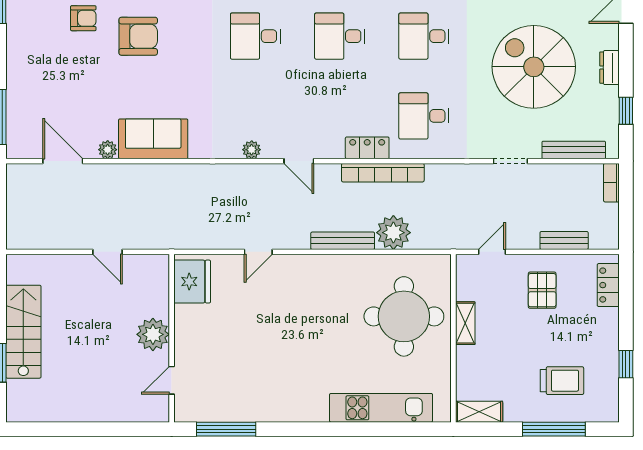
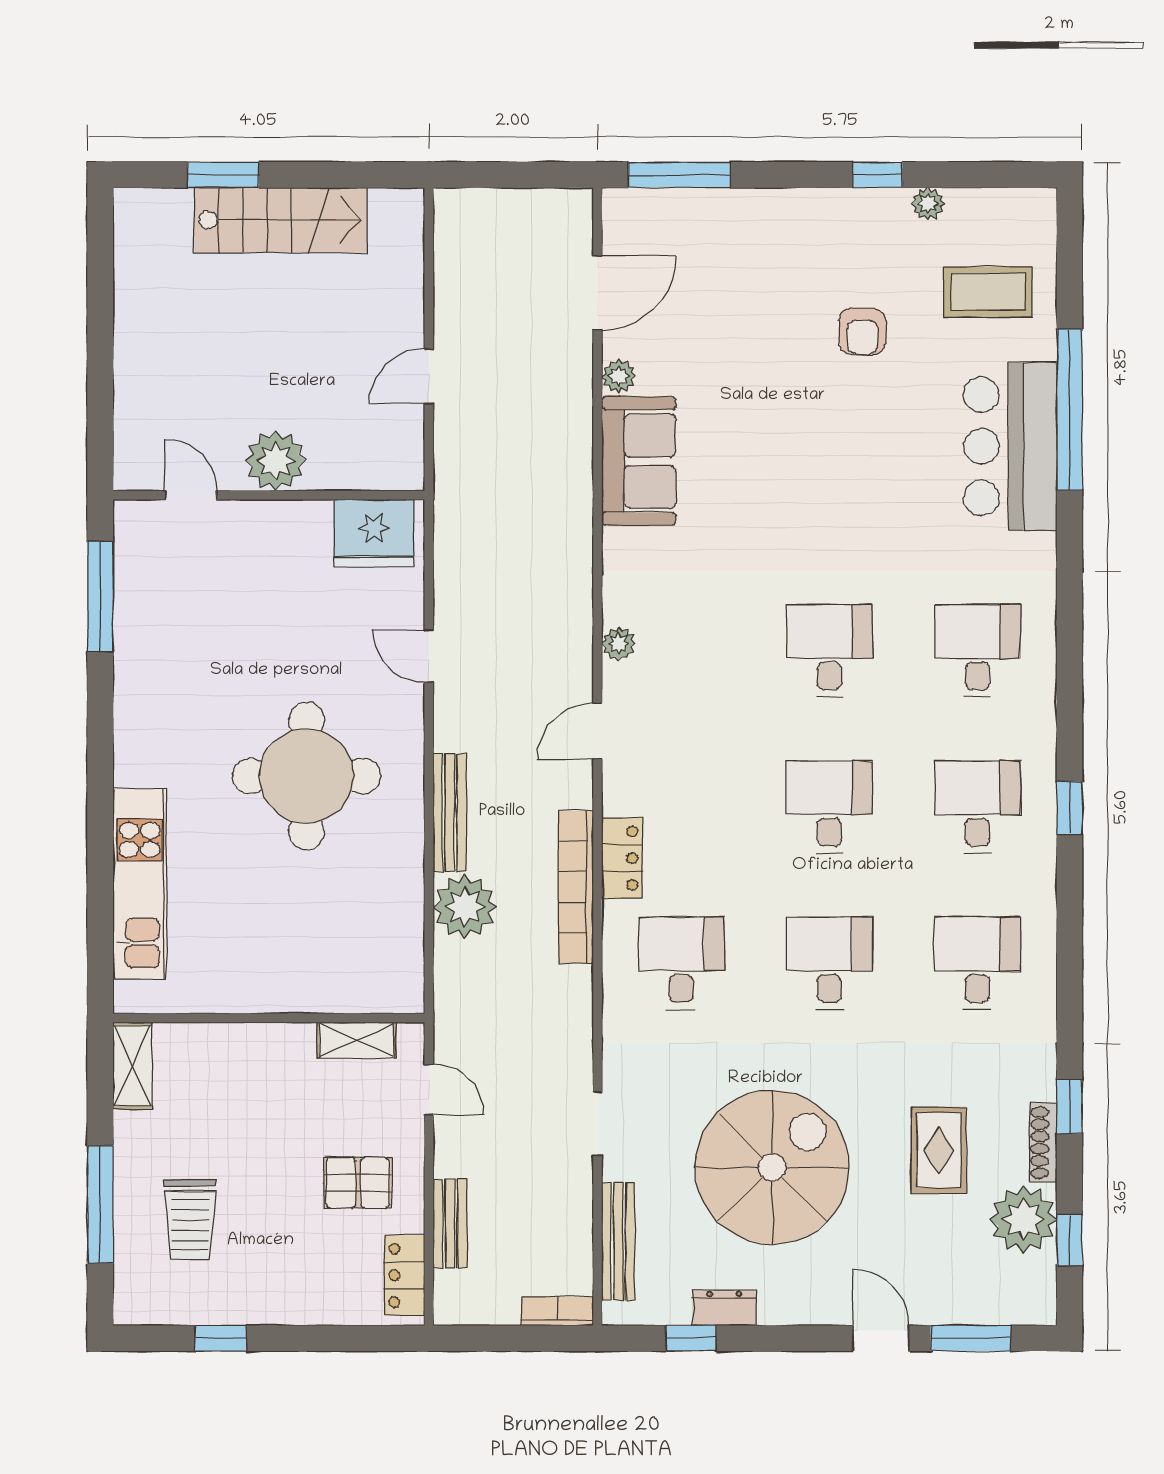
armchair: (138, 36) -> (829, 433), removed
dresser: (609, 68) -> (724, 1308), moved
locker: (608, 285) -> (404, 1275), moved, turned -90
round table: (404, 316) -> (307, 776), moved
shelving: (465, 323) -> (356, 1040), moved

